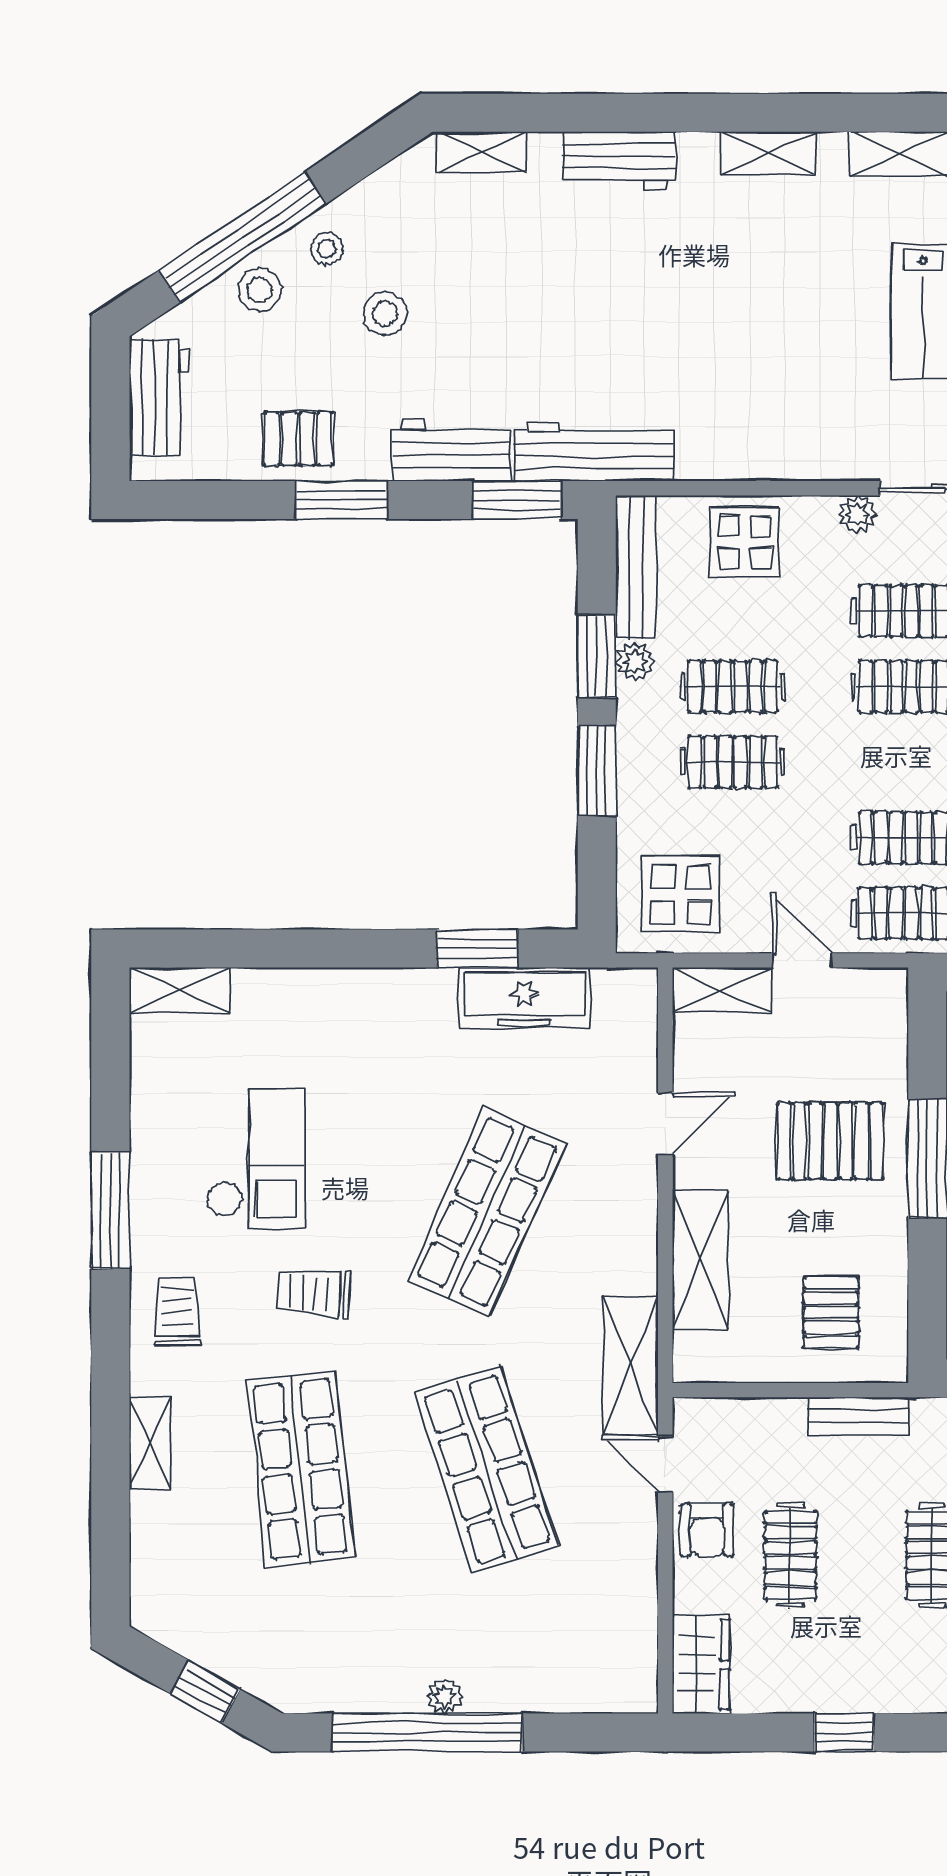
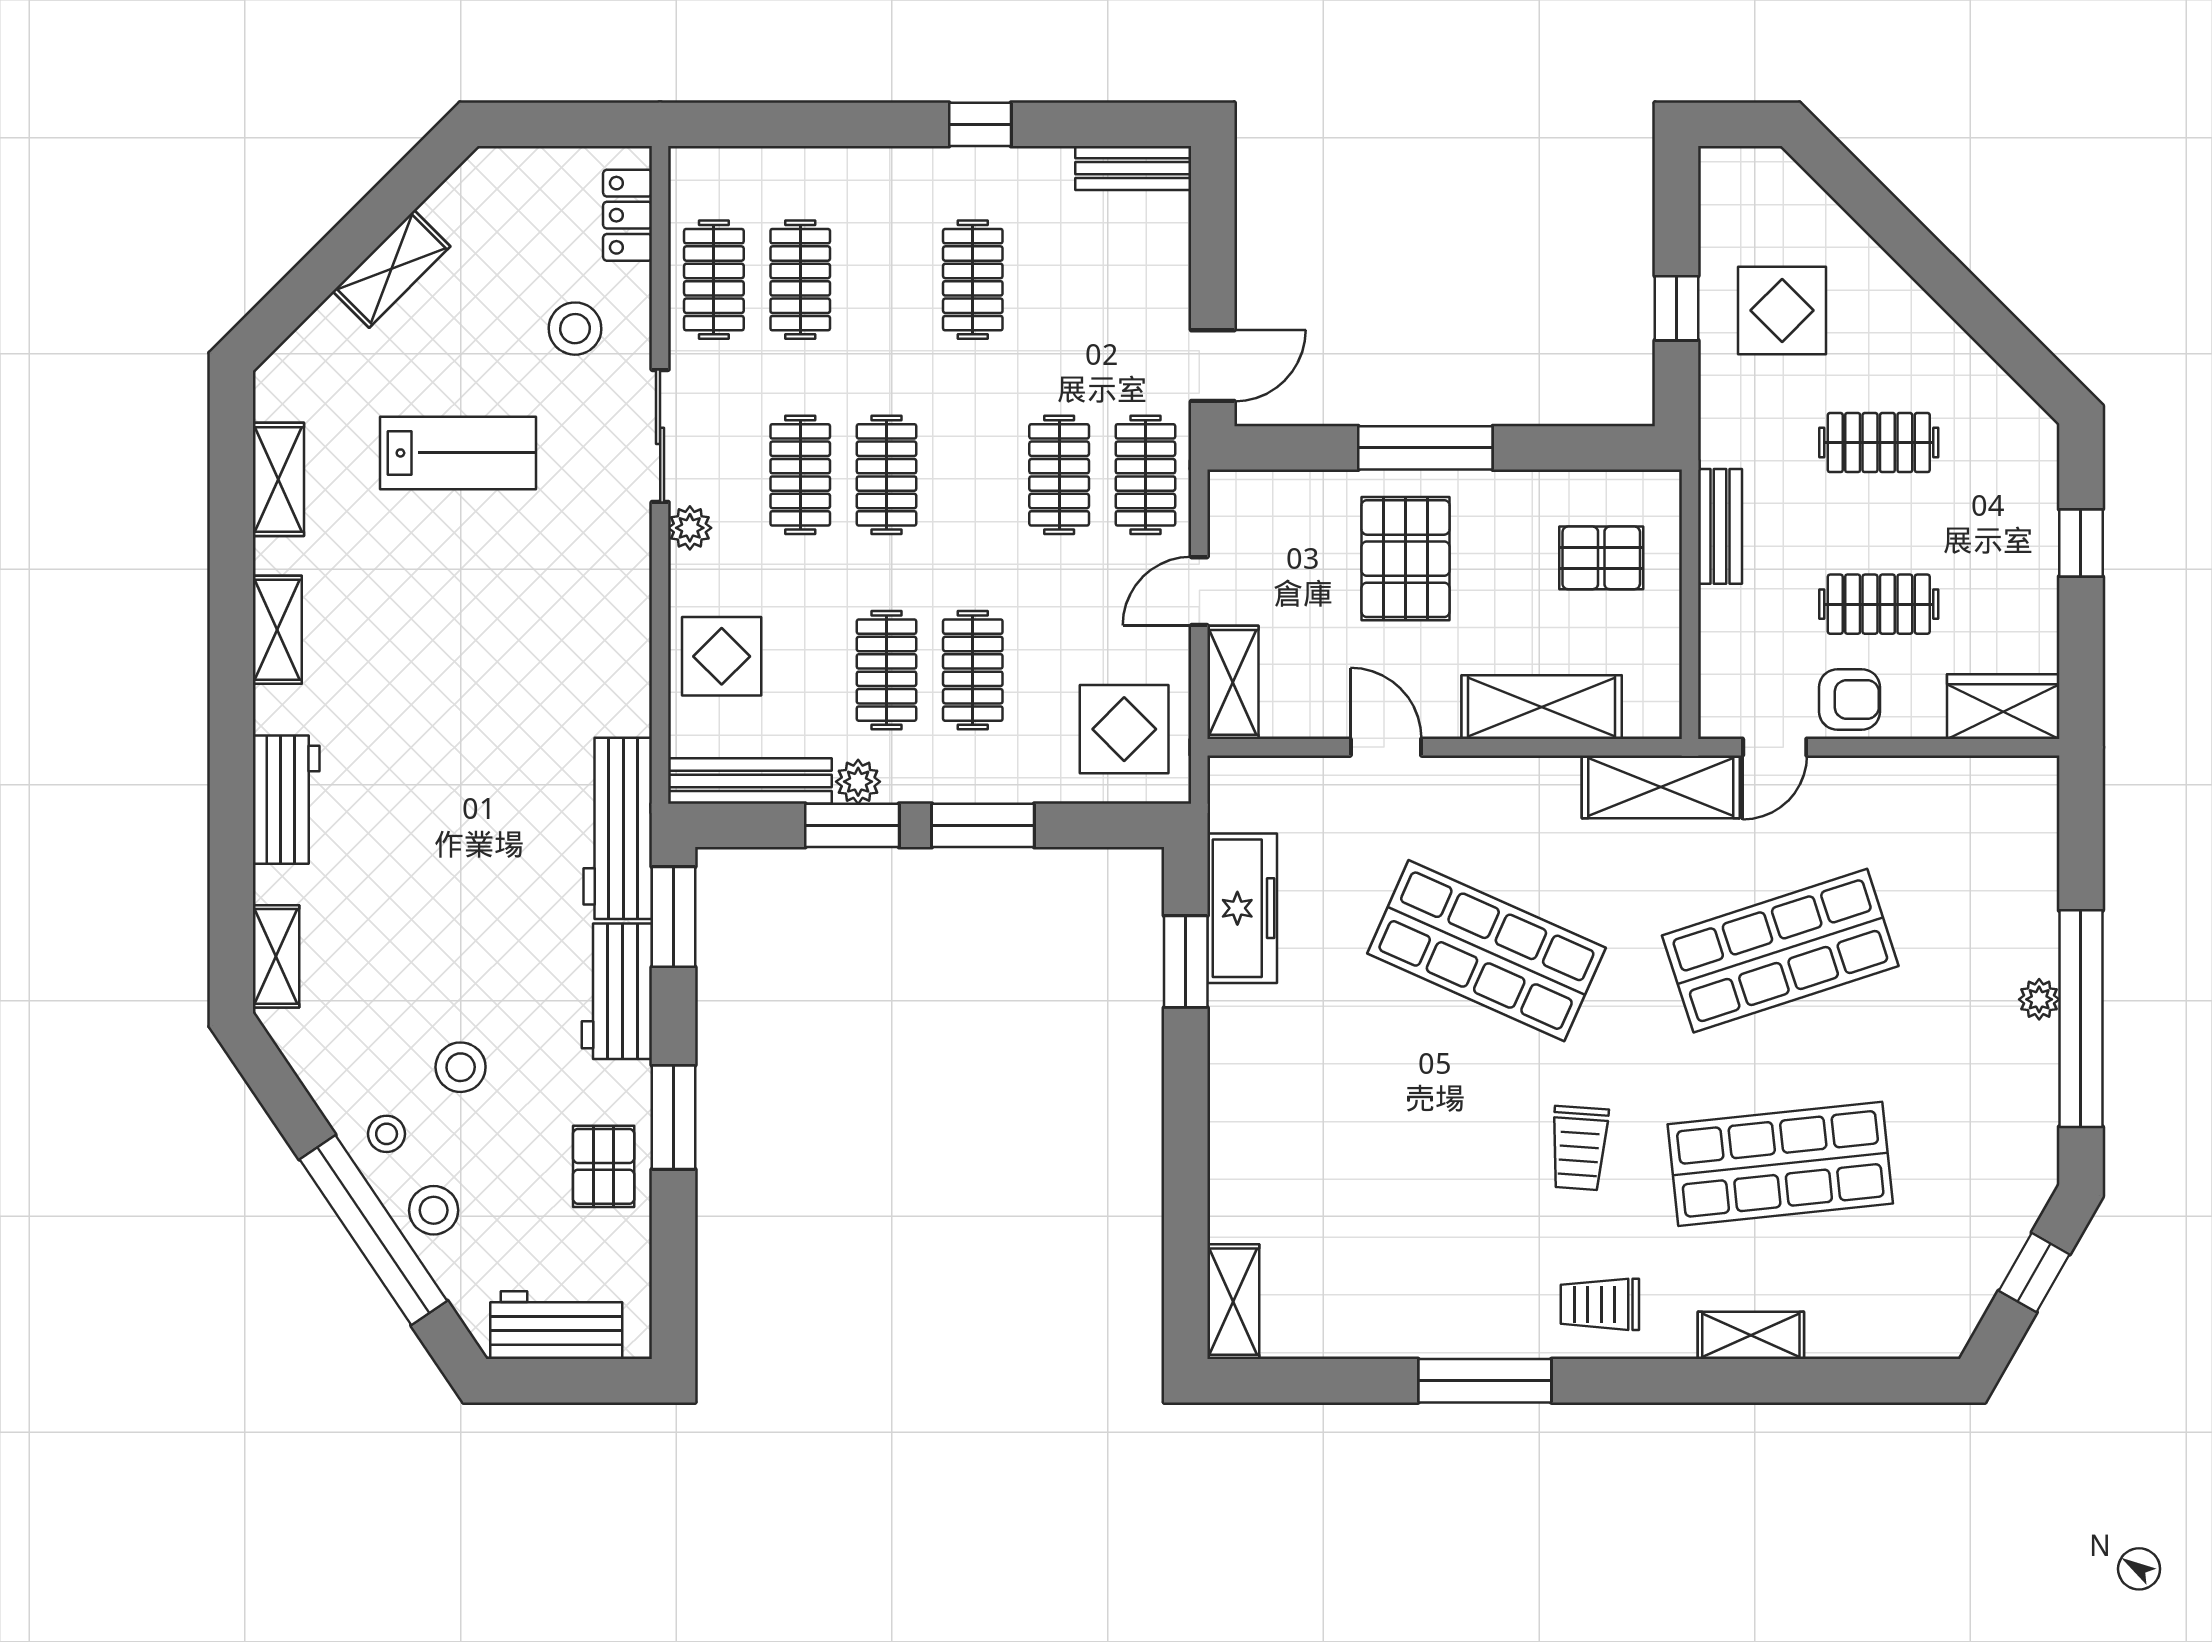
checkout: (256, 1159) -> (1426, 1215), removed

